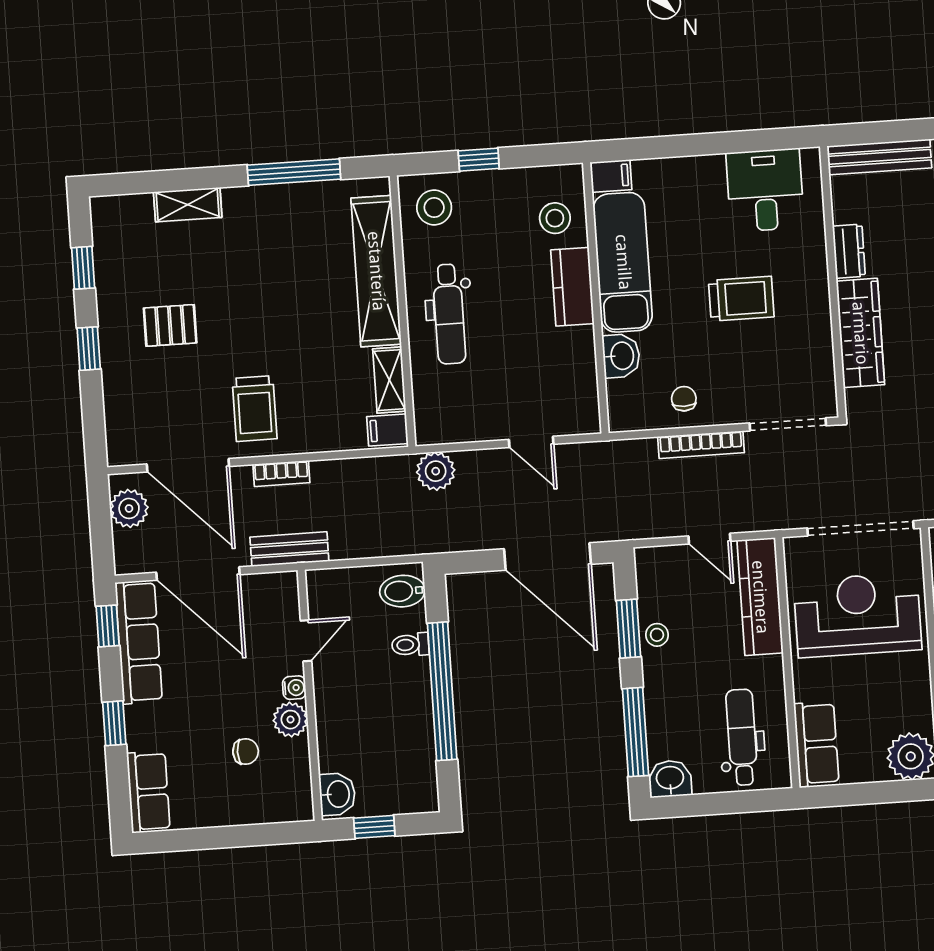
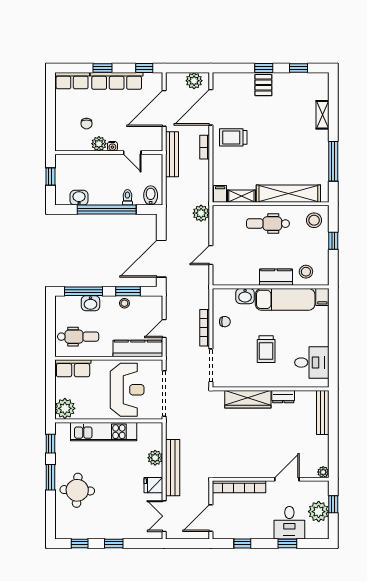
pallet: (170, 325) -> (263, 85), moved
bench: (289, 549) -> (172, 154), width x1.36
row of seats: (139, 642) -> (117, 81), moved
washbasin: (670, 779) -> (90, 303), moved, turned 90
washbasin: (337, 794) -> (79, 198), moved, turned 180

